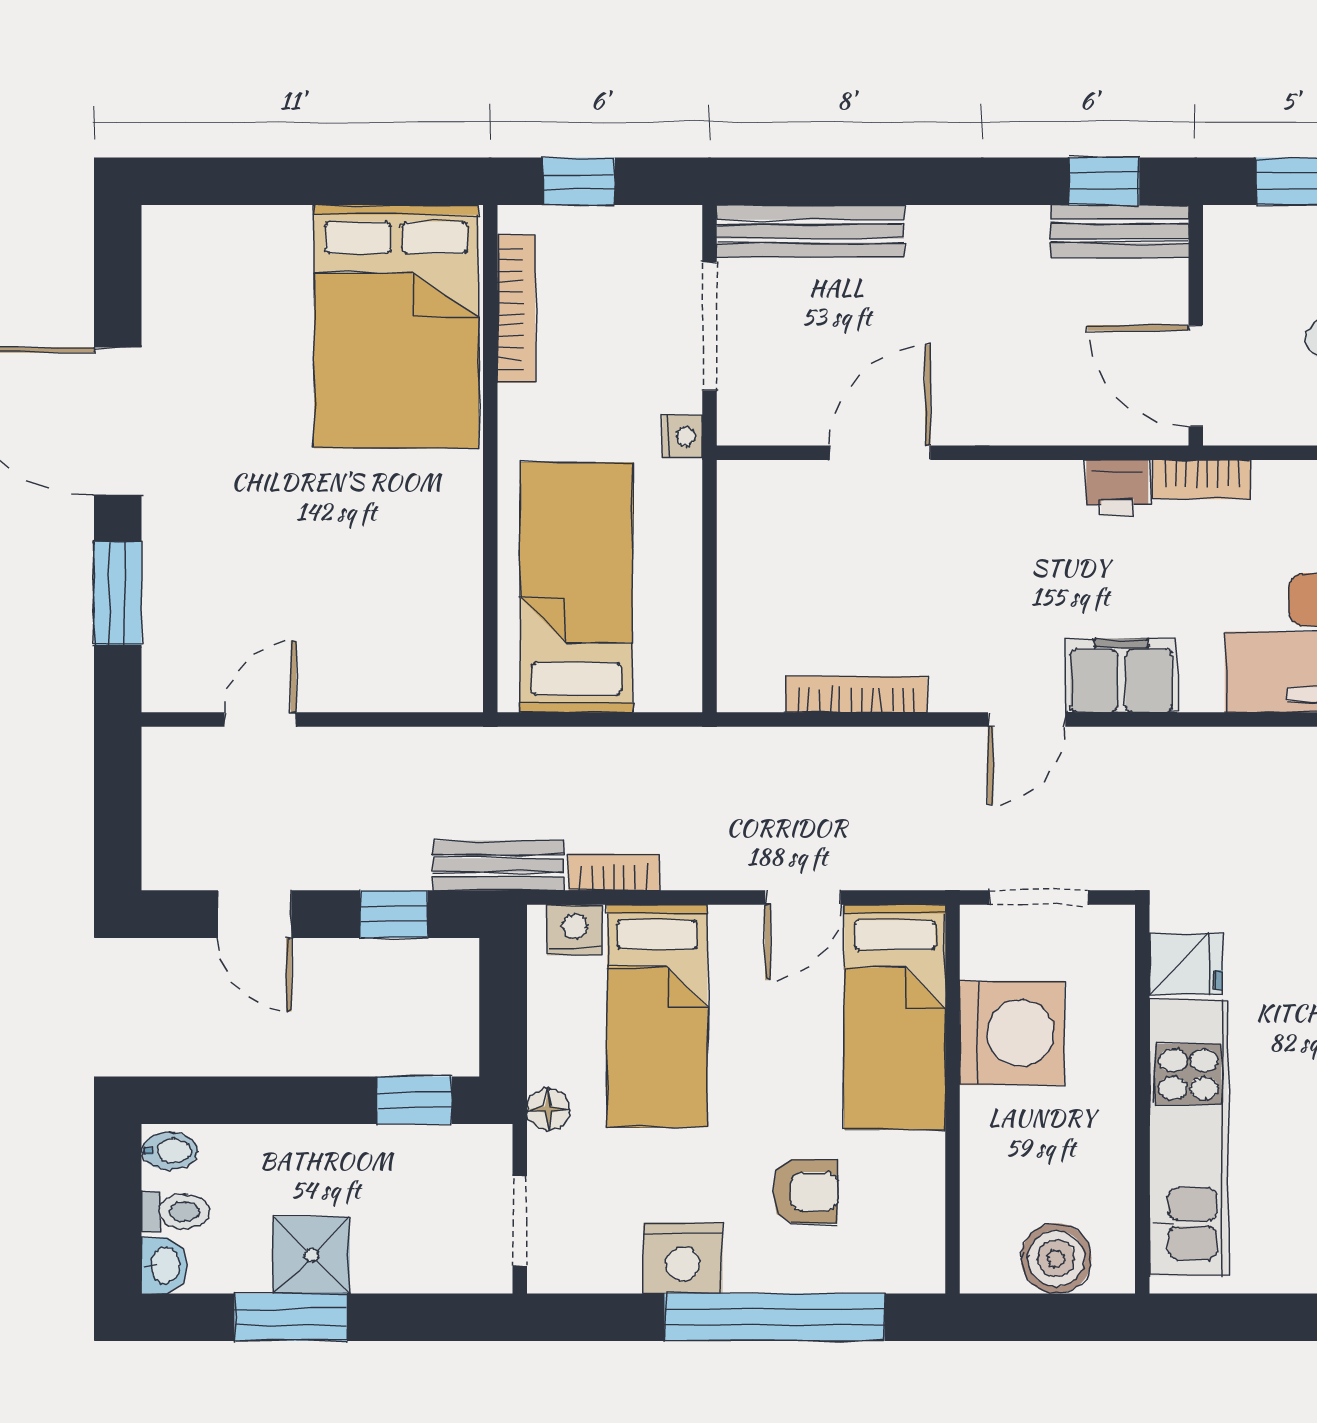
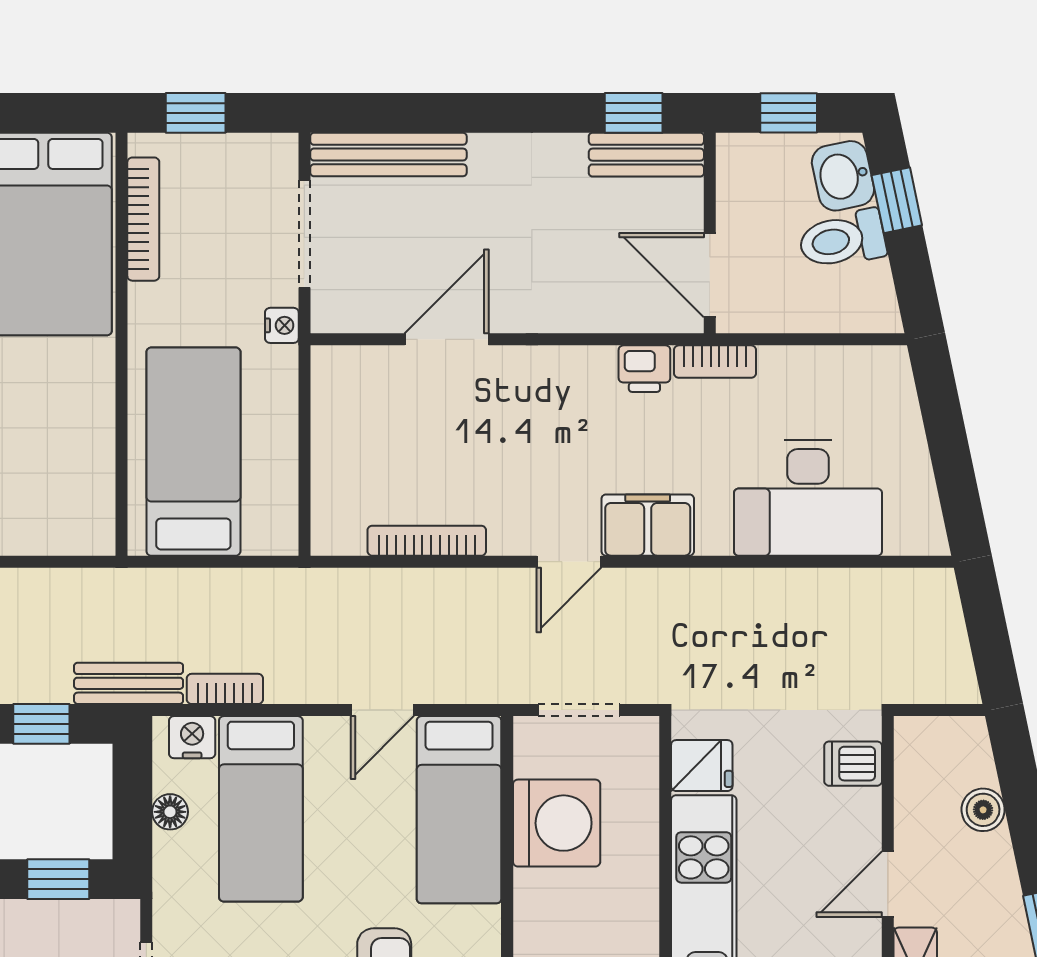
floor lamp: (548, 1109) -> (170, 812), moved

